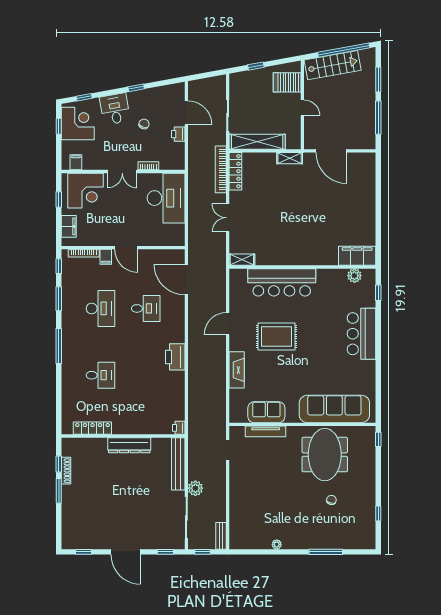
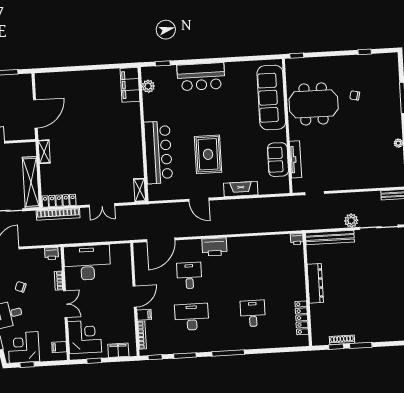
printer: (178, 134) -> (51, 254), moved
printer: (175, 357) -> (214, 247), moved

